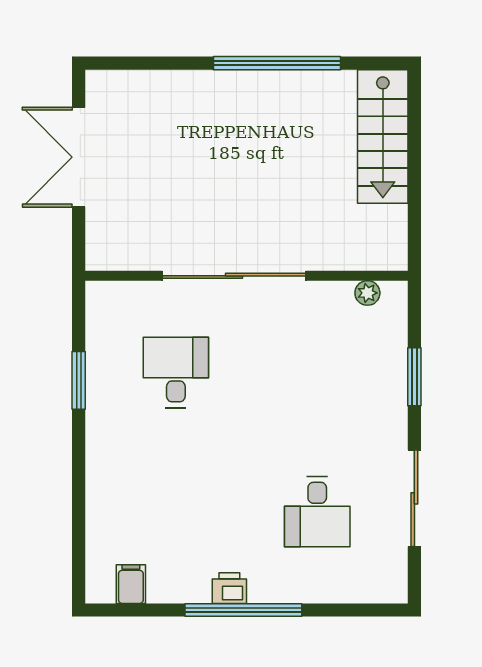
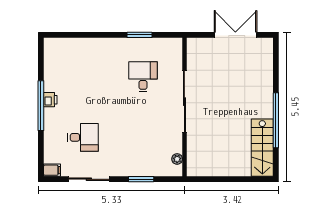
stairs: (383, 136) -> (262, 148), moved, turned -90
desk: (176, 372) -> (143, 77), turned -90
desk: (317, 512) -> (83, 137), turned 180
filing cabinet: (131, 584) -> (52, 170), moved

